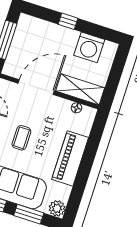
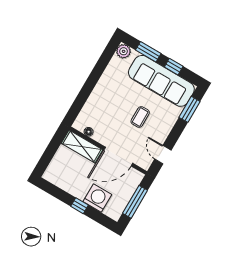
washing machine: (89, 47) -> (97, 198), moved
piano: (70, 158) -> (103, 91), removed

